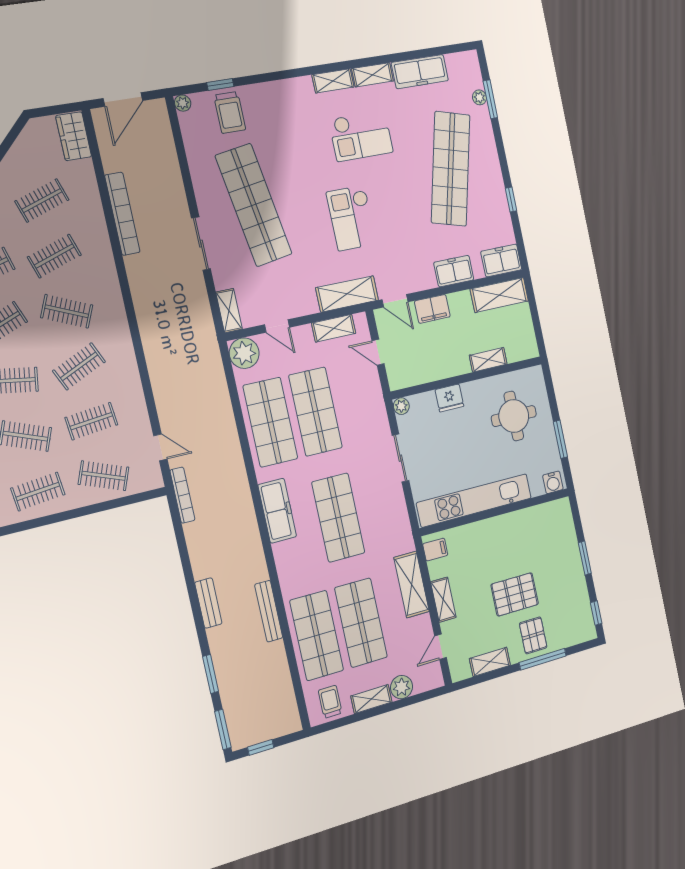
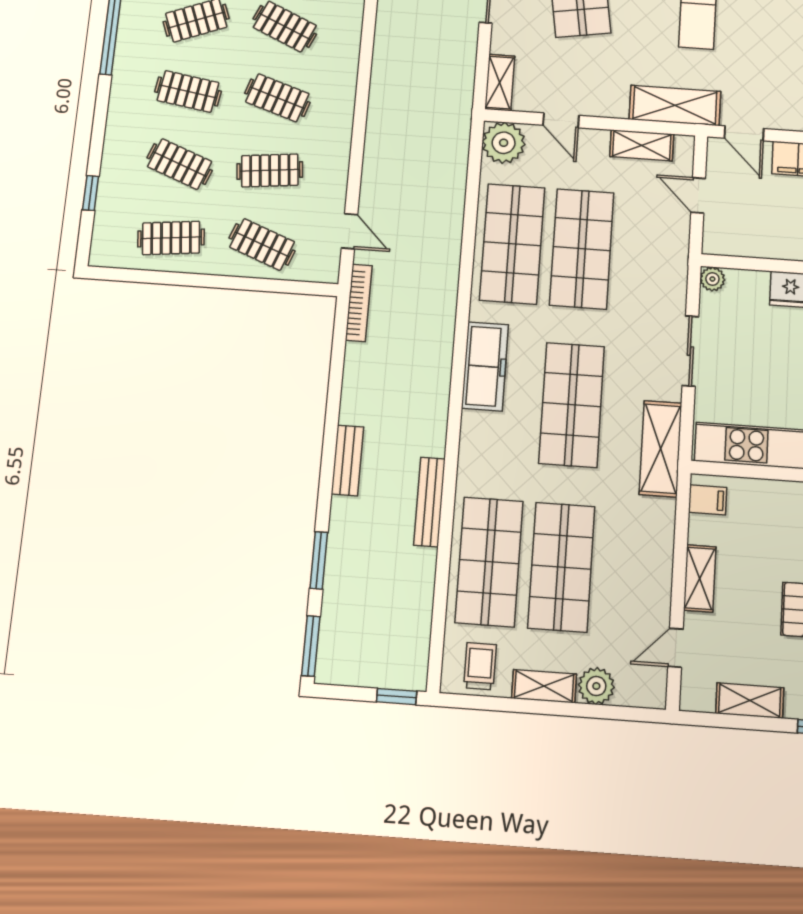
clothes rail: (79, 366) -> (277, 98), turned 42
shelving: (412, 584) -> (660, 449), moved
window: (261, 747) -> (397, 697), moved

